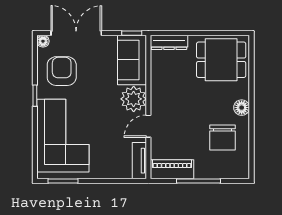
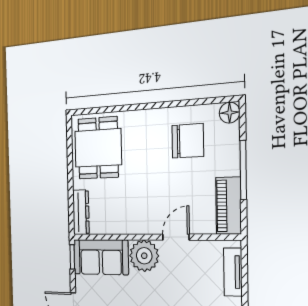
floor lamp: (242, 108) -> (230, 113), moved
door: (148, 126) -> (176, 237), swing flipped
tv unit: (139, 161) -> (233, 272), moved, turned 90

